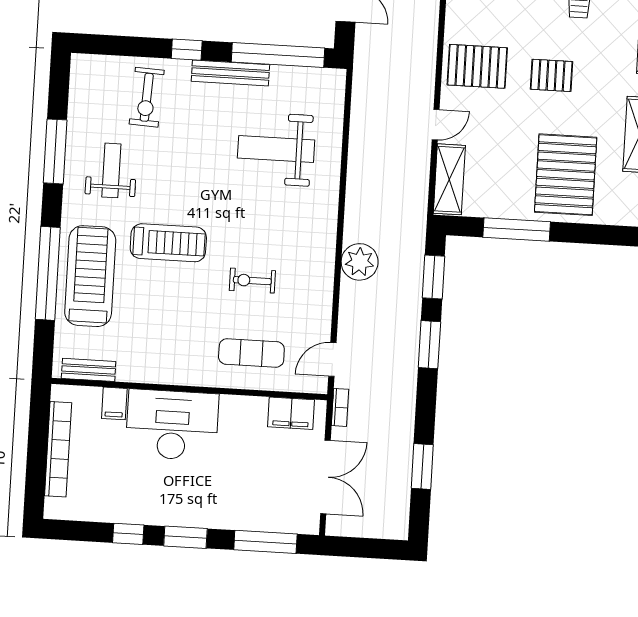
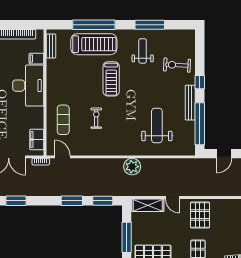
weight bench: (111, 170) -> (143, 51), turned -90
plant: (360, 262) -> (132, 167), moved

